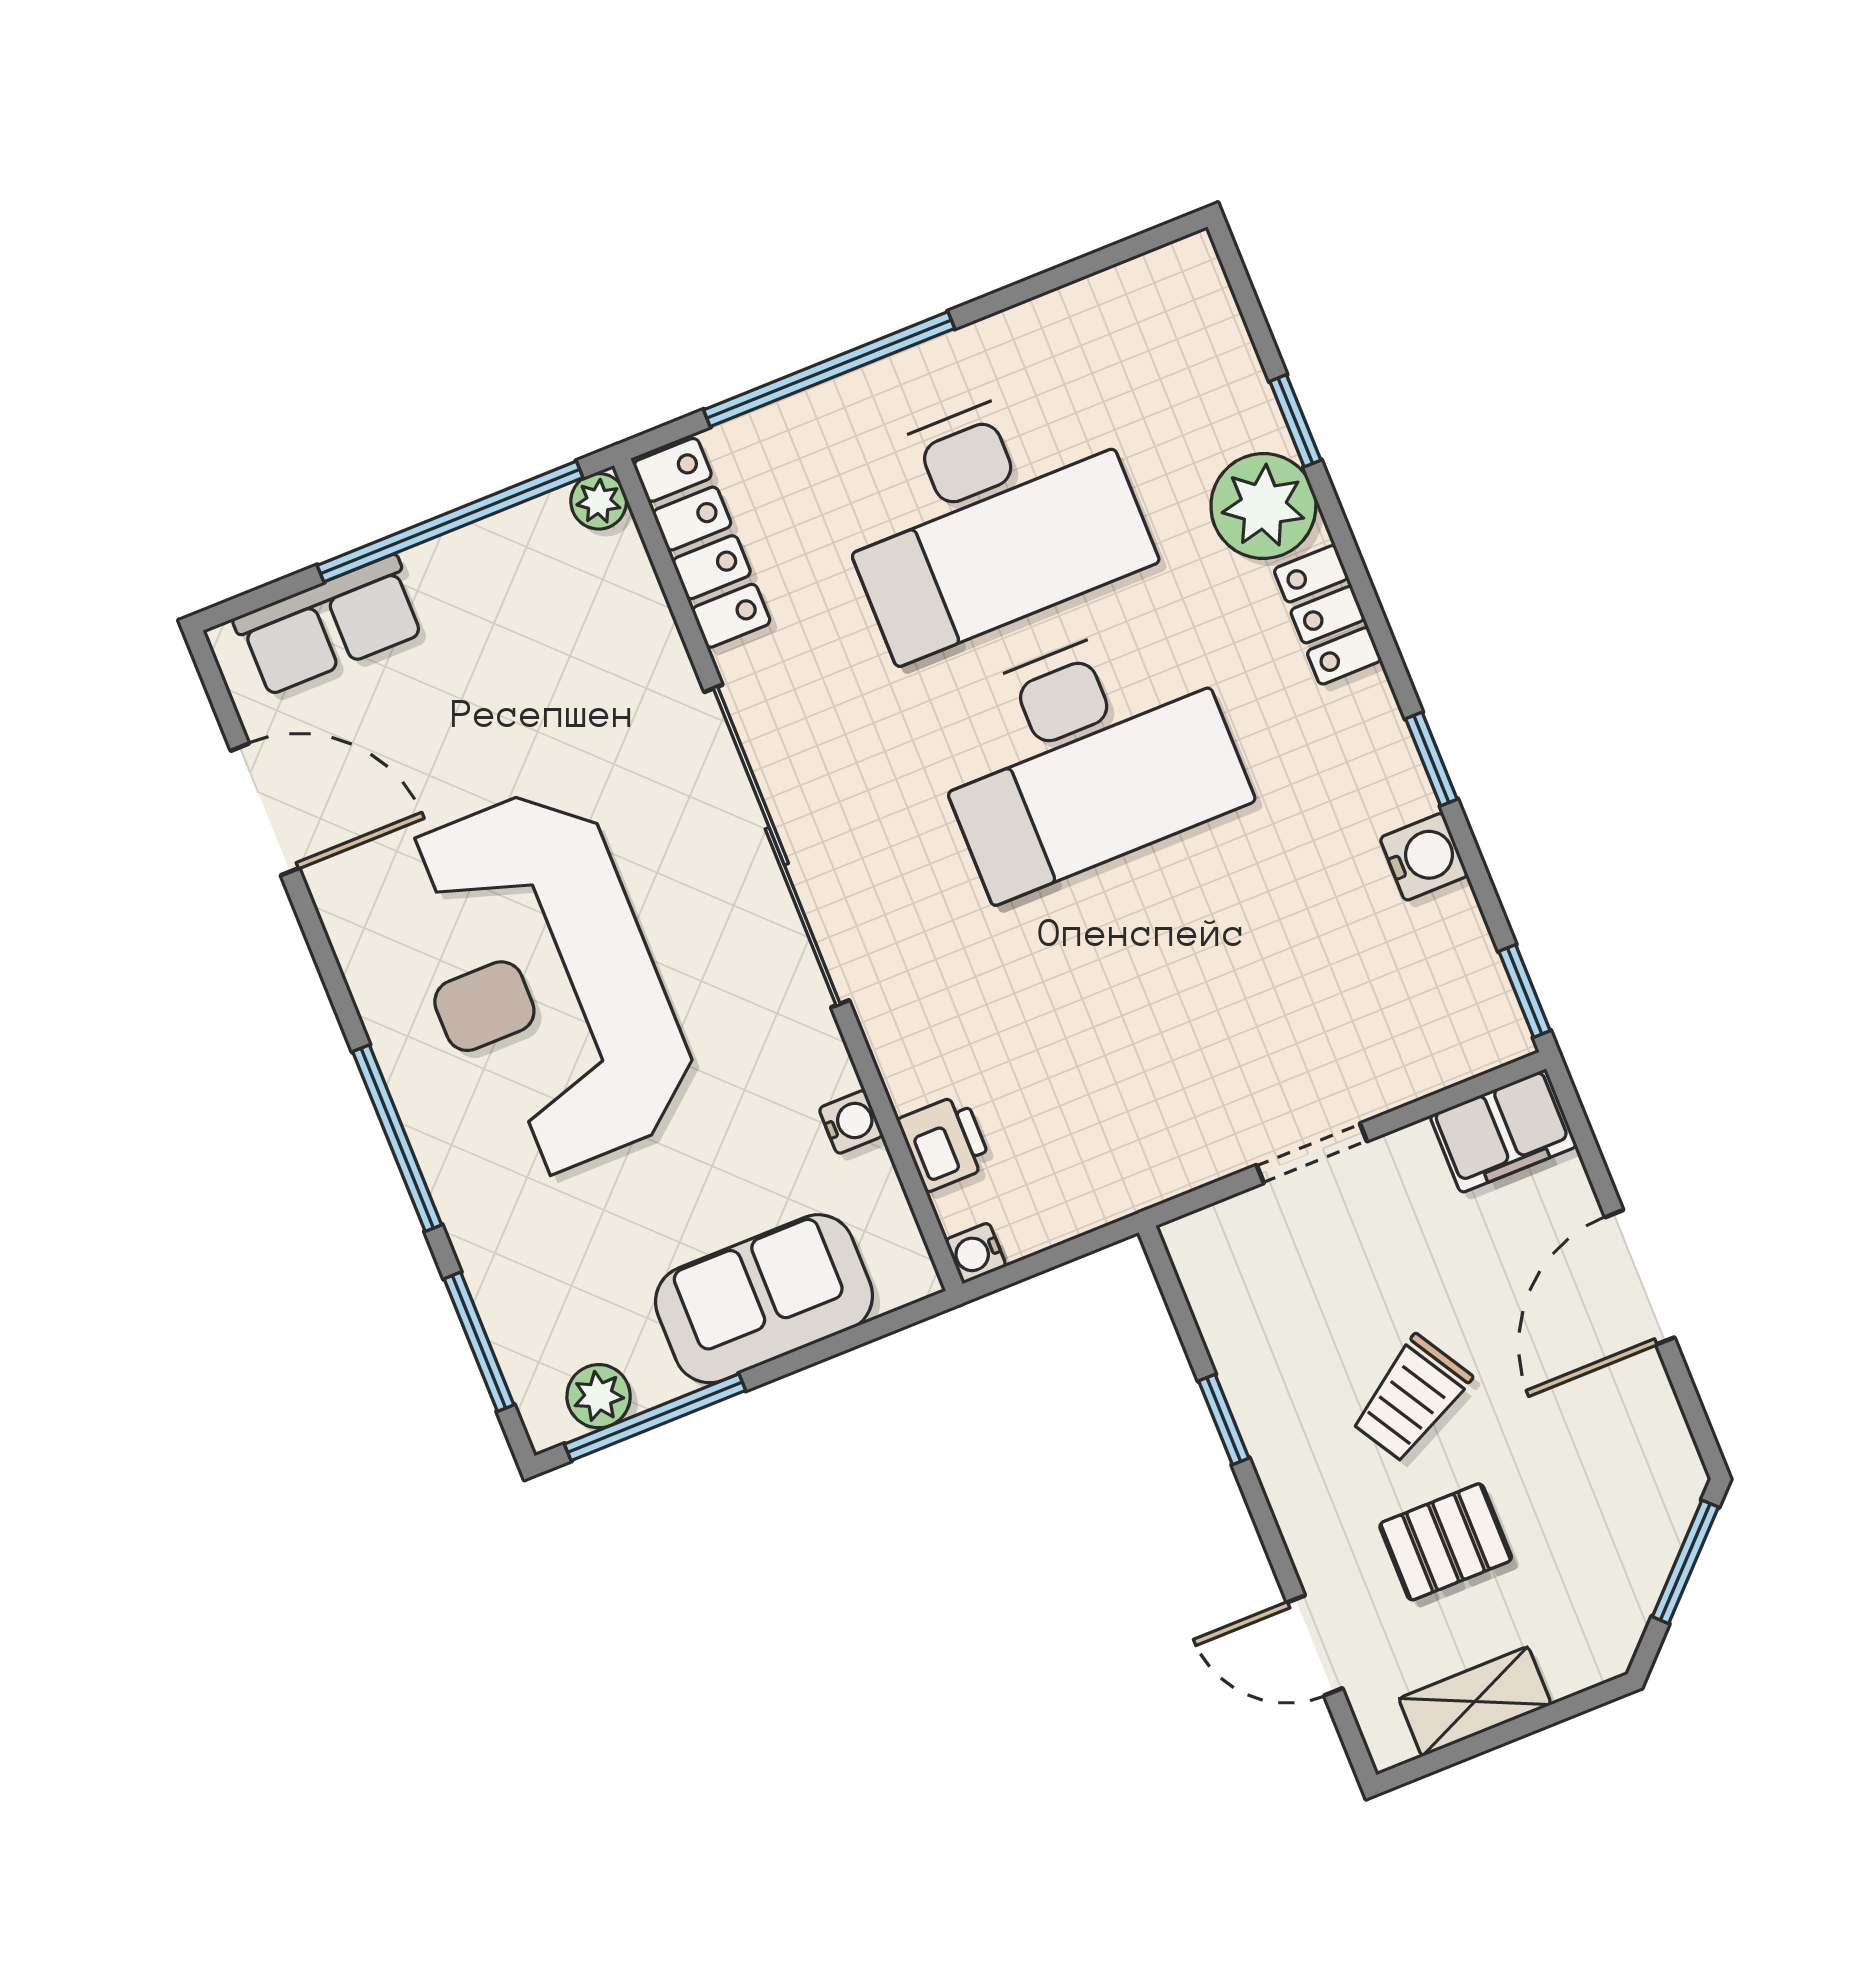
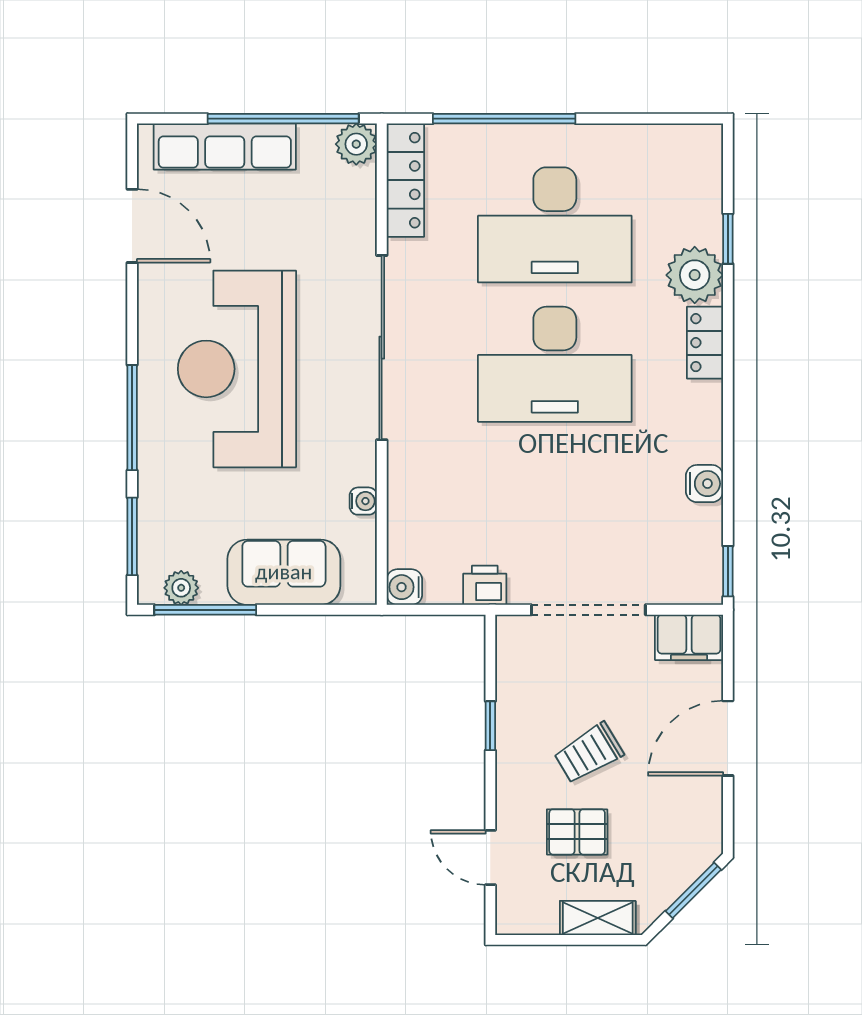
plant: (599, 501) -> (356, 144), width x1.38, depth x1.38
row of seats: (330, 625) -> (225, 146), width x1.48
window: (1431, 759) -> (728, 436), removed
printer: (945, 1143) -> (485, 585), moved, turned -90
doorway: (1312, 1153) -> (588, 610), width x1.88
water cooler: (976, 1253) -> (404, 587), width x1.38, depth x1.38
shelving: (1475, 1701) -> (598, 918), moved

